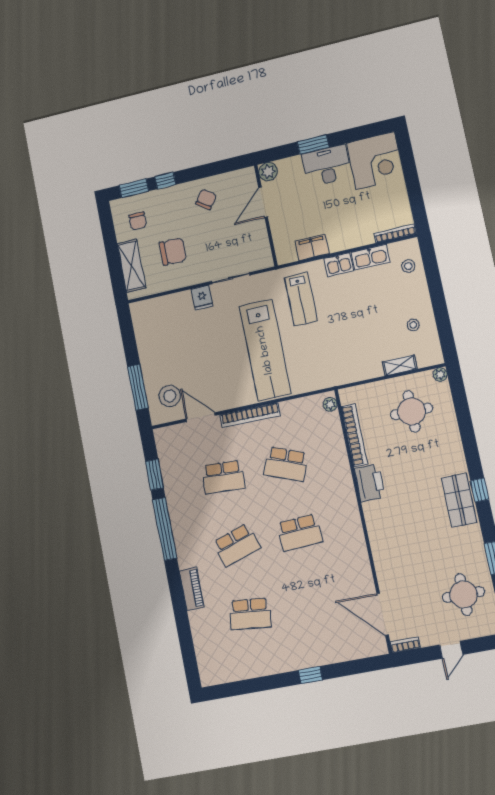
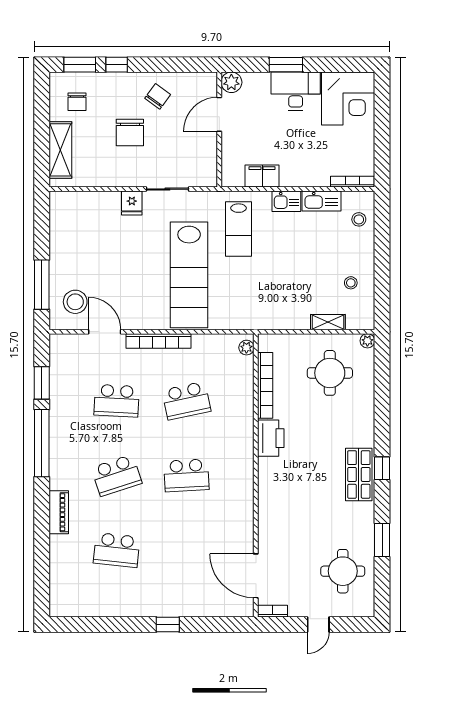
chair: (173, 251) -> (130, 133), moved, turned 90
school desk: (286, 464) -> (186, 401), turned -33

